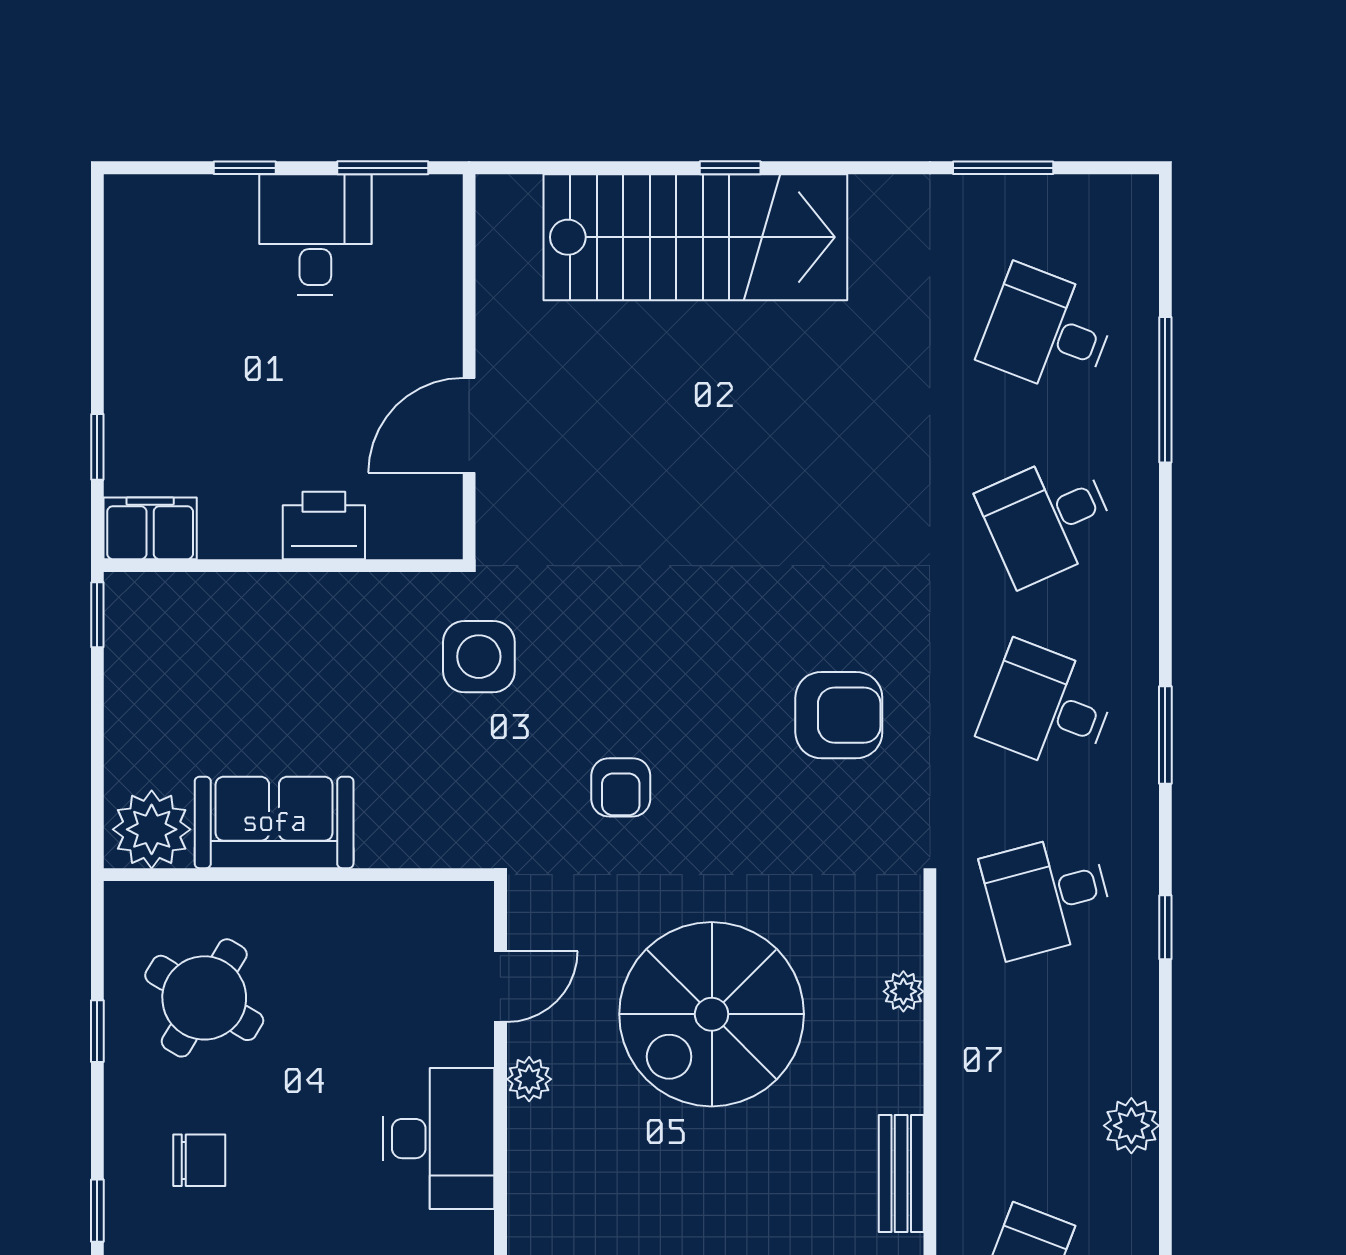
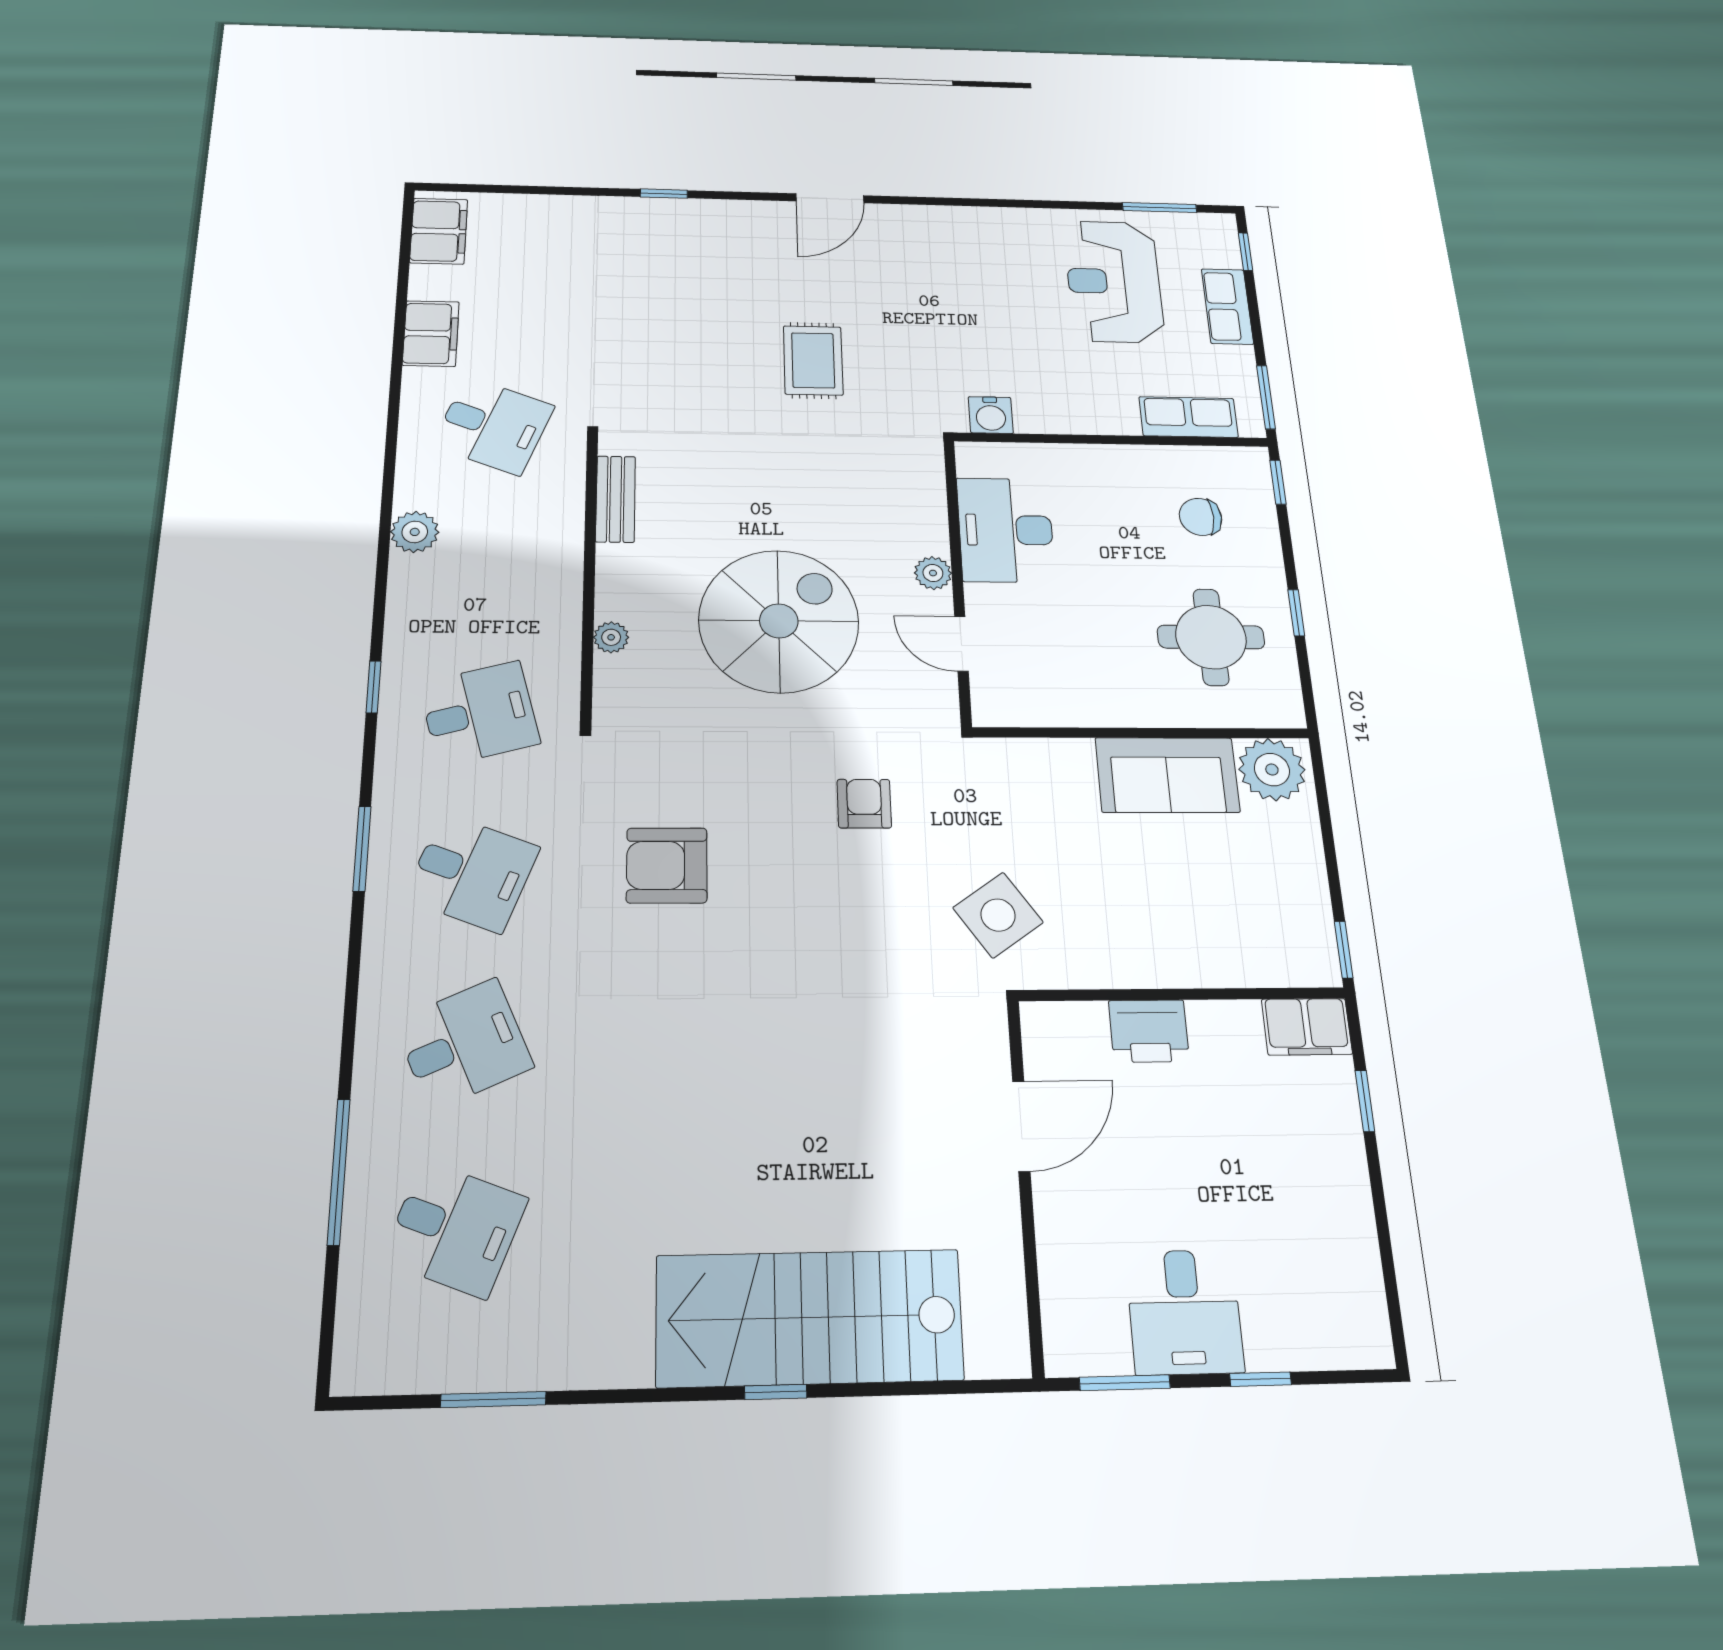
side table: (479, 657) -> (998, 915), turned -35
door: (500, 987) -> (961, 644), hinge flipped
round table: (204, 998) -> (1211, 637), turned -31

